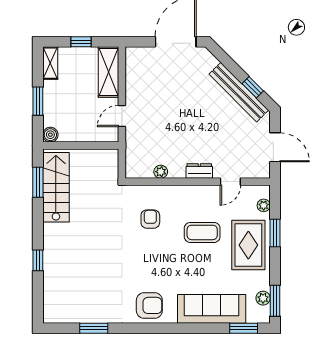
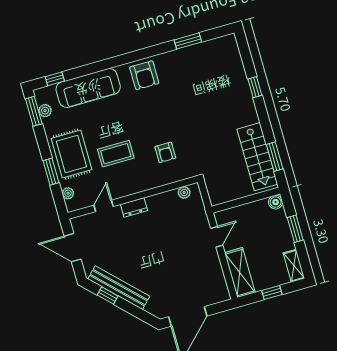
plant: (161, 172) -> (184, 193), moved
armchair: (149, 305) -> (144, 75), turned -90
window: (244, 328) -> (55, 79), width x0.67

